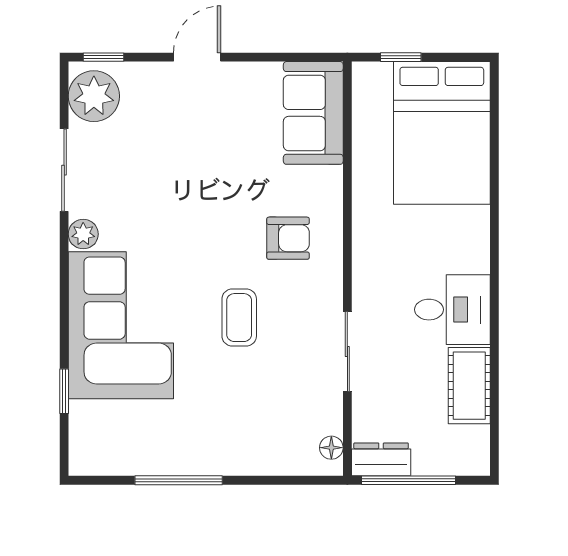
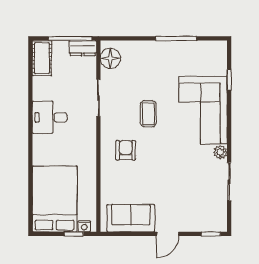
nightstand: (378, 74) -> (84, 226), added
plant: (94, 96) -> (215, 216), removed
sofa: (313, 113) -> (131, 218), moved, turned -90
armchair: (288, 238) -> (126, 150), turned 90
cot: (469, 386) -> (42, 58), moved
floor lamp: (331, 448) -> (110, 58), width x1.89, depth x1.89

